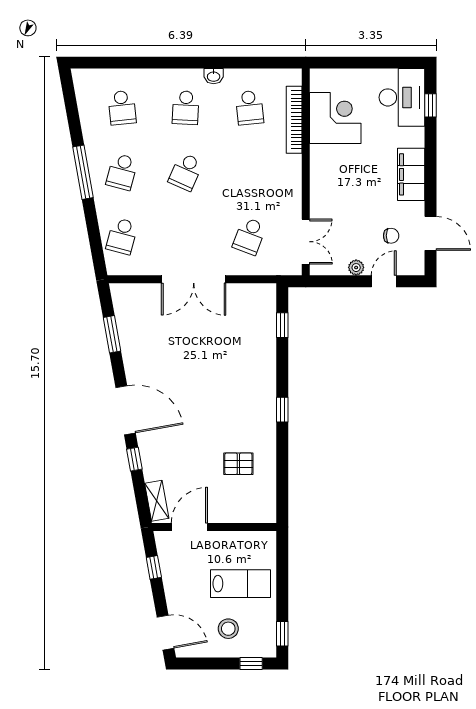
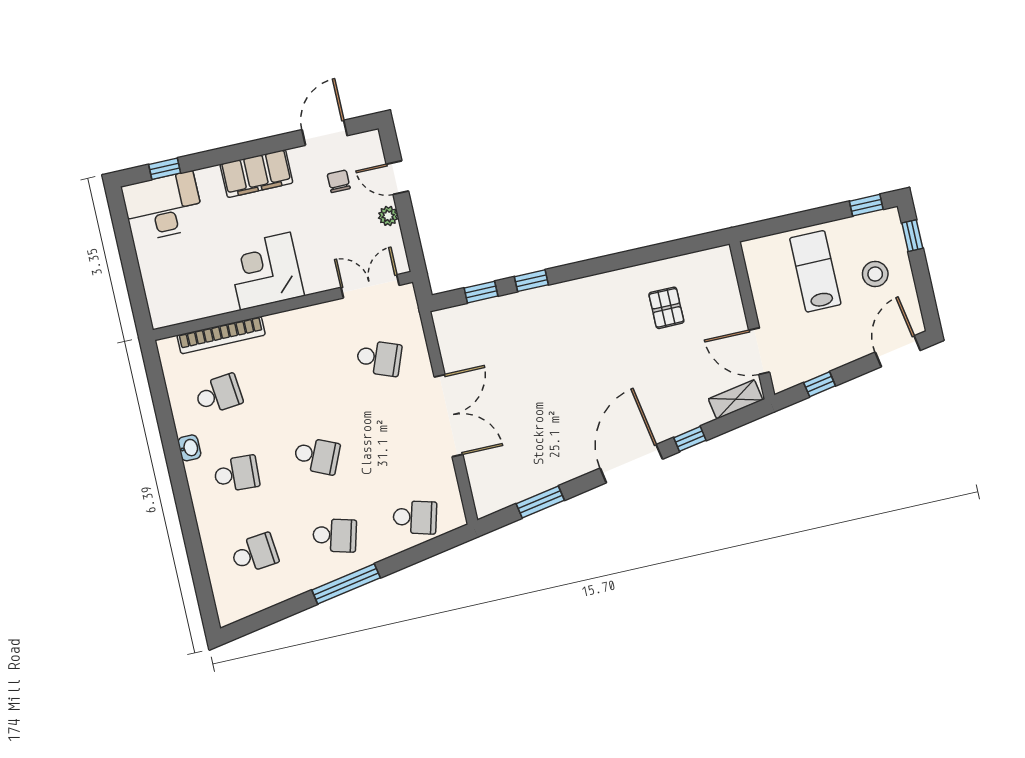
corner desk: (335, 118) -> (265, 271), moved
window: (282, 410) -> (531, 281), moved

